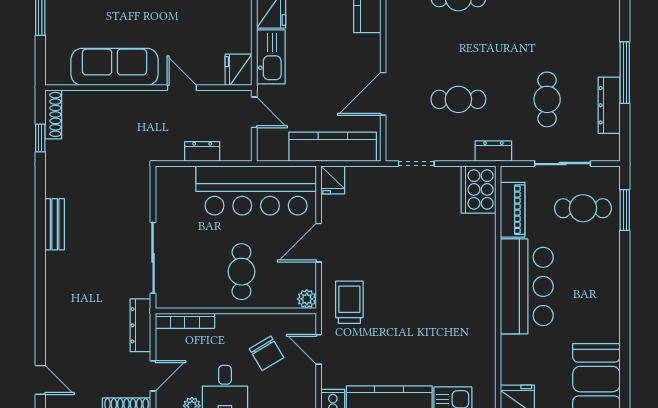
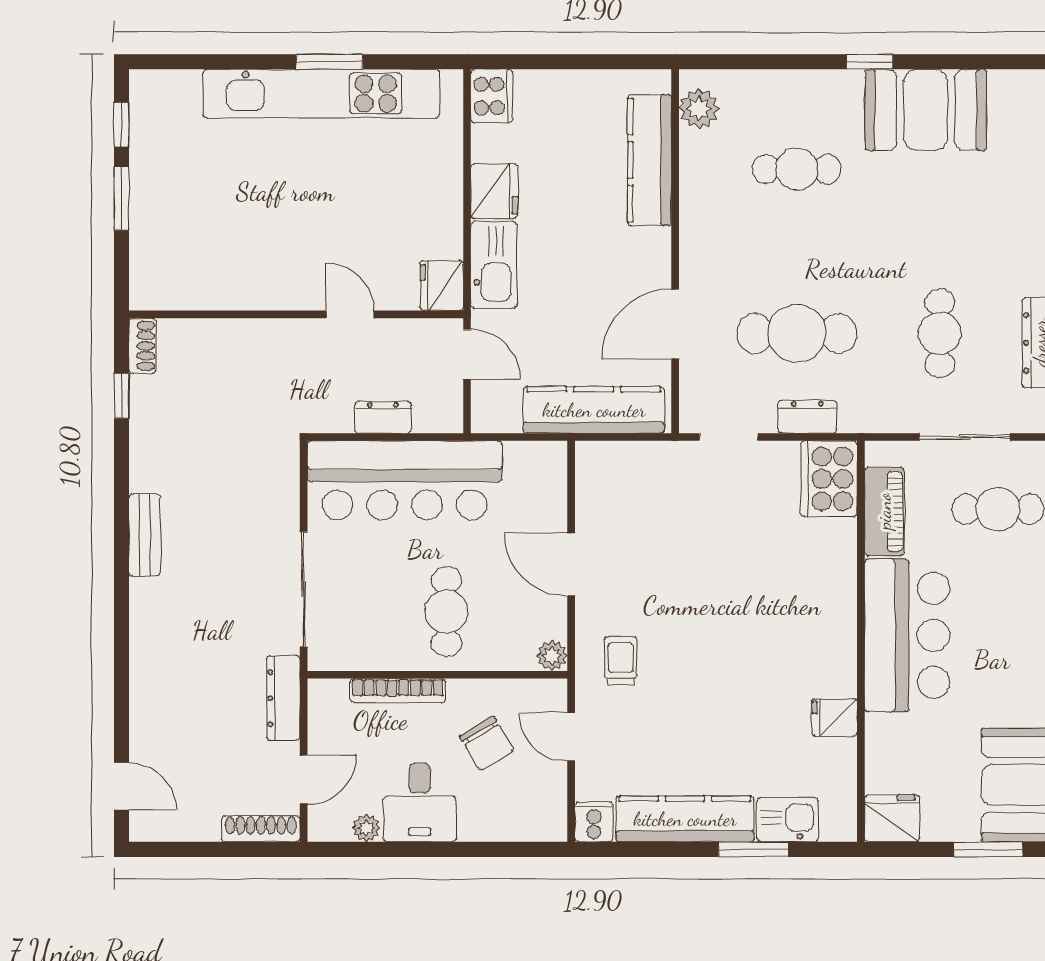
sofa: (115, 67) -> (241, 281), removed
cafe table: (458, 99) -> (797, 333), width x1.37, depth x1.35
shoe rack: (53, 114) -> (142, 346), width x0.70
dresser: (493, 151) -> (807, 417), moved
fridge: (333, 180) -> (834, 717), moved, turned 90
bar counter: (256, 190) -> (405, 480), moved
door: (319, 243) -> (571, 565), hinge flipped
trolley: (349, 302) -> (621, 661), width x0.73, depth x0.72
bookcase: (185, 321) -> (398, 691), moved

